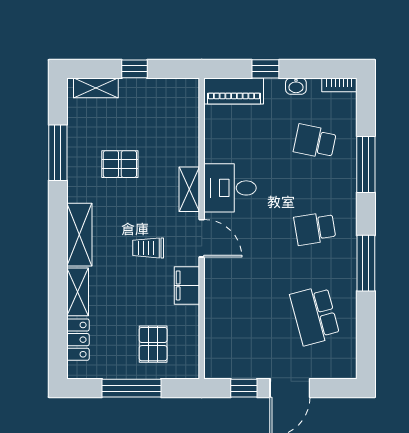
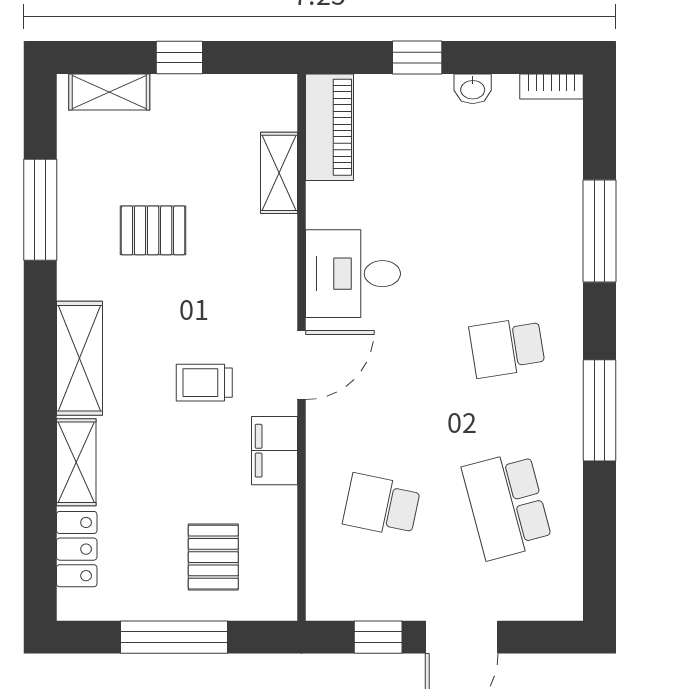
piano: (234, 91) -> (329, 127), moved, turned -90
school desk: (315, 142) -> (382, 505), moved
shelving: (189, 189) -> (279, 173), moved
door: (202, 238) -> (301, 365), hinge flipped

